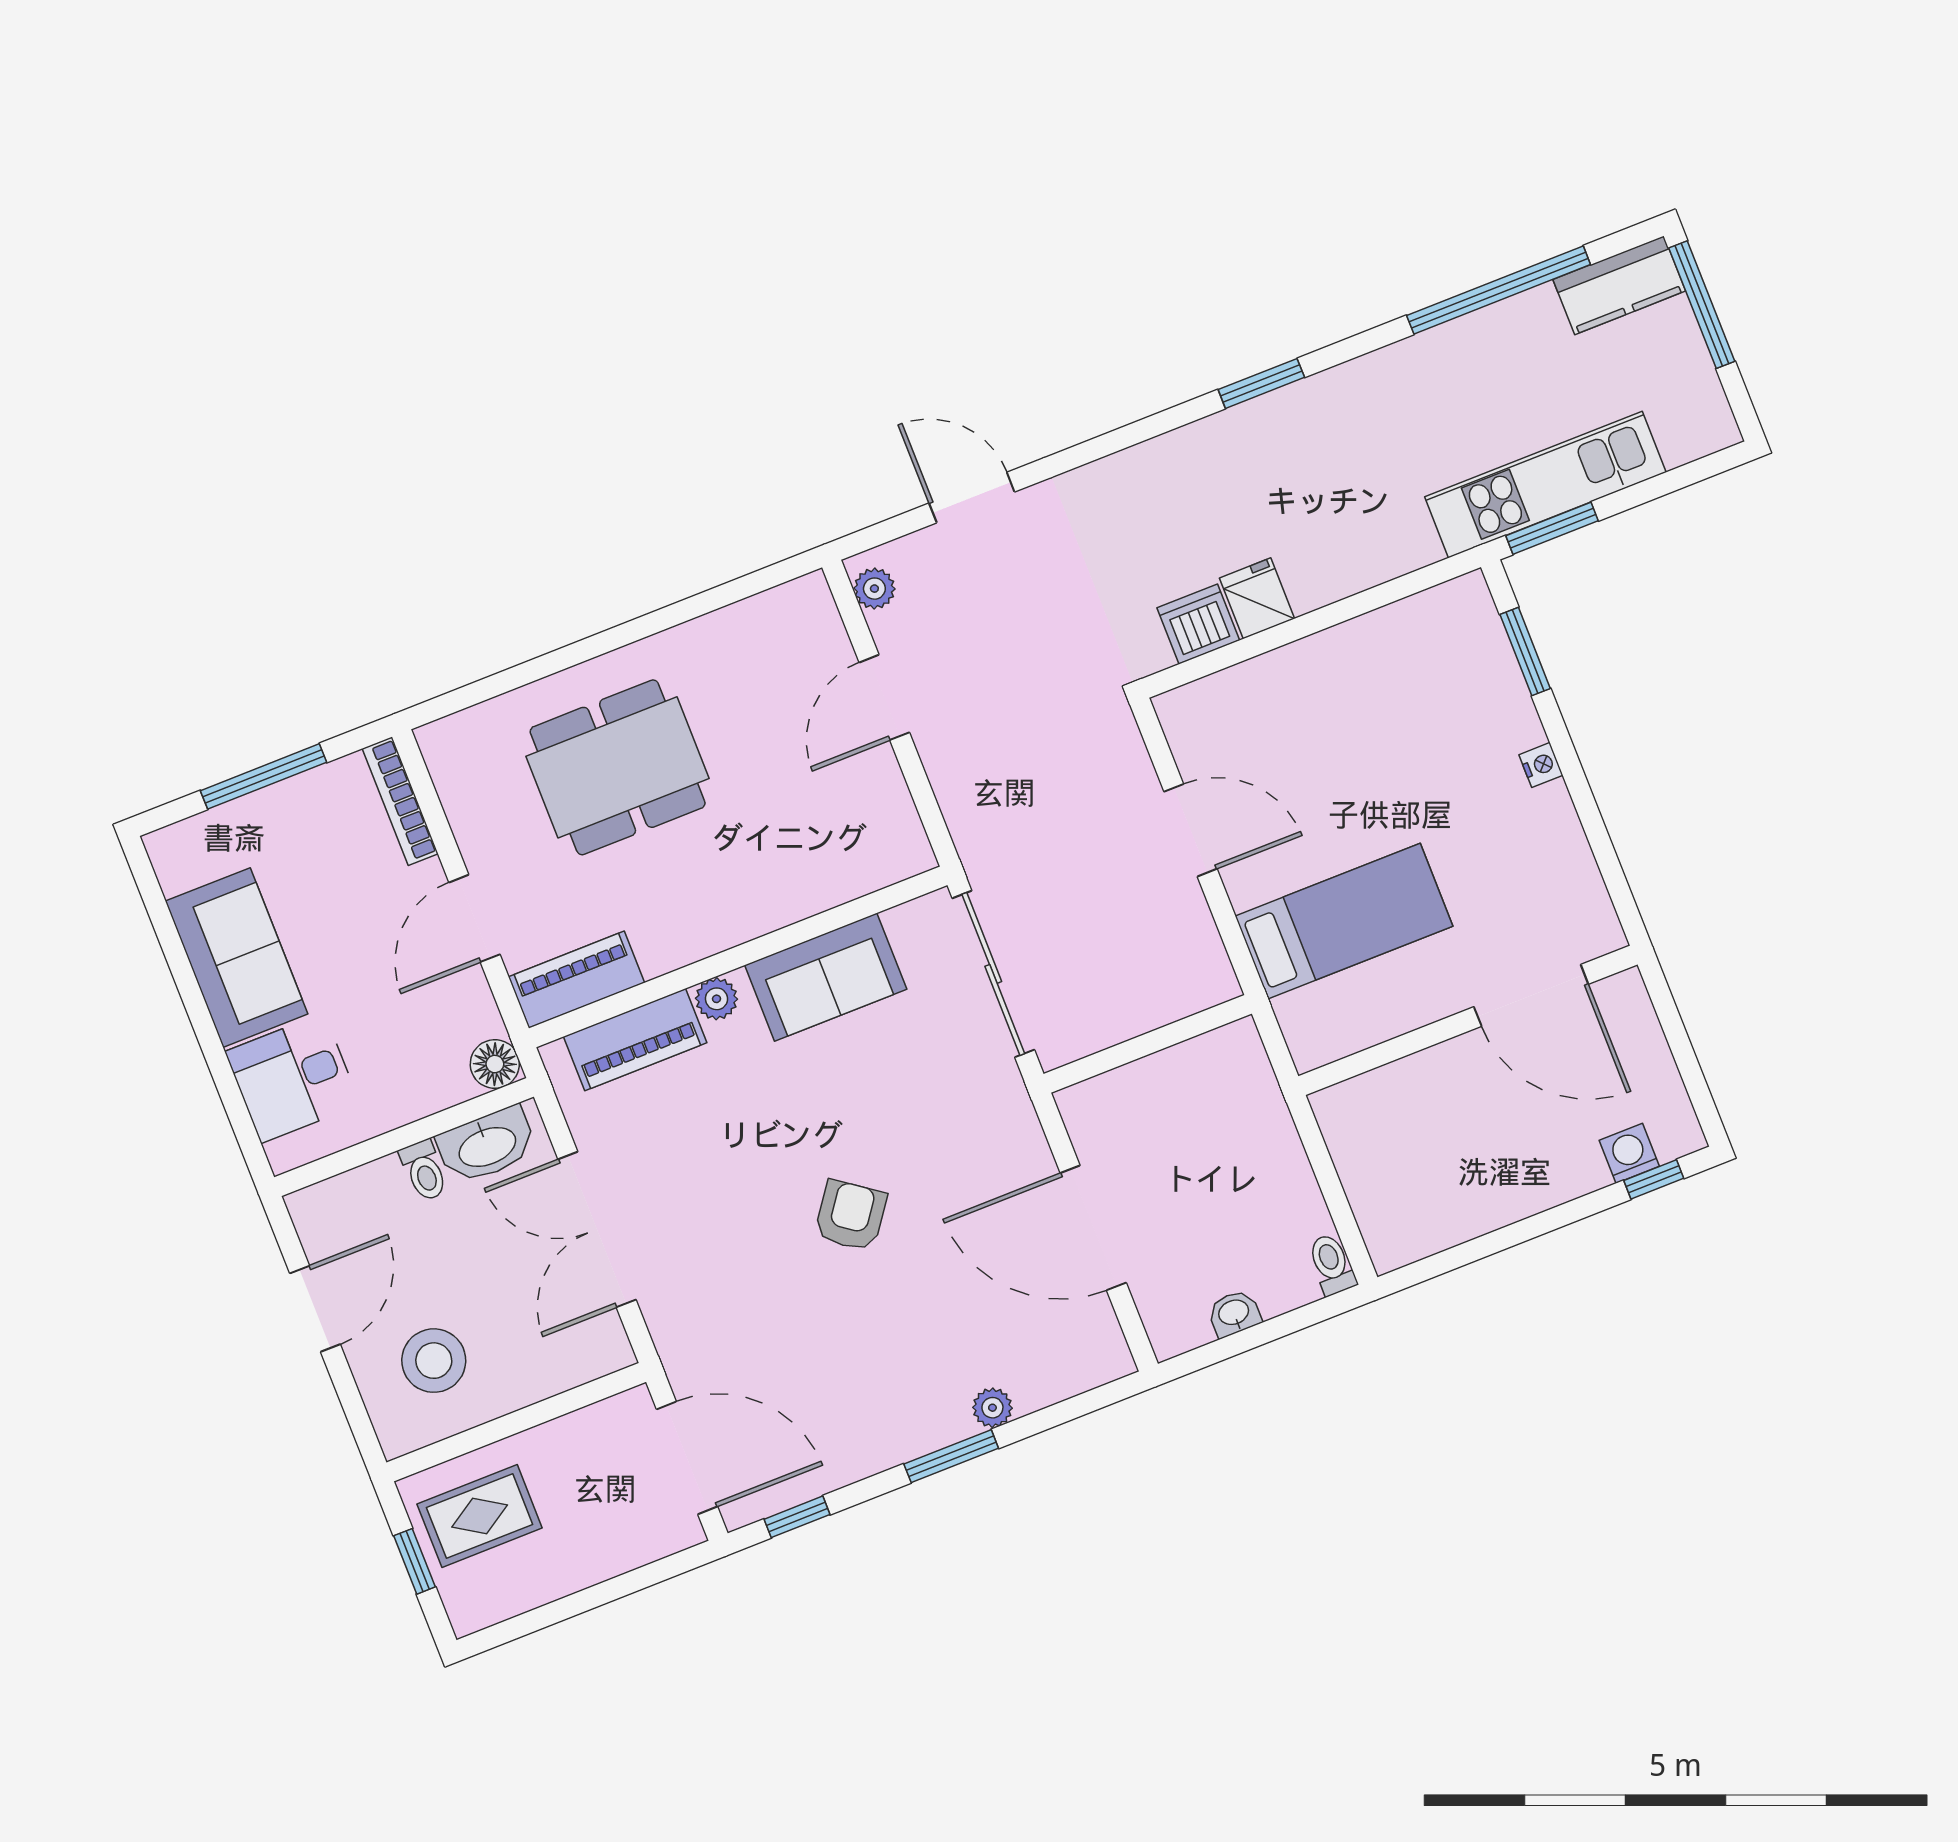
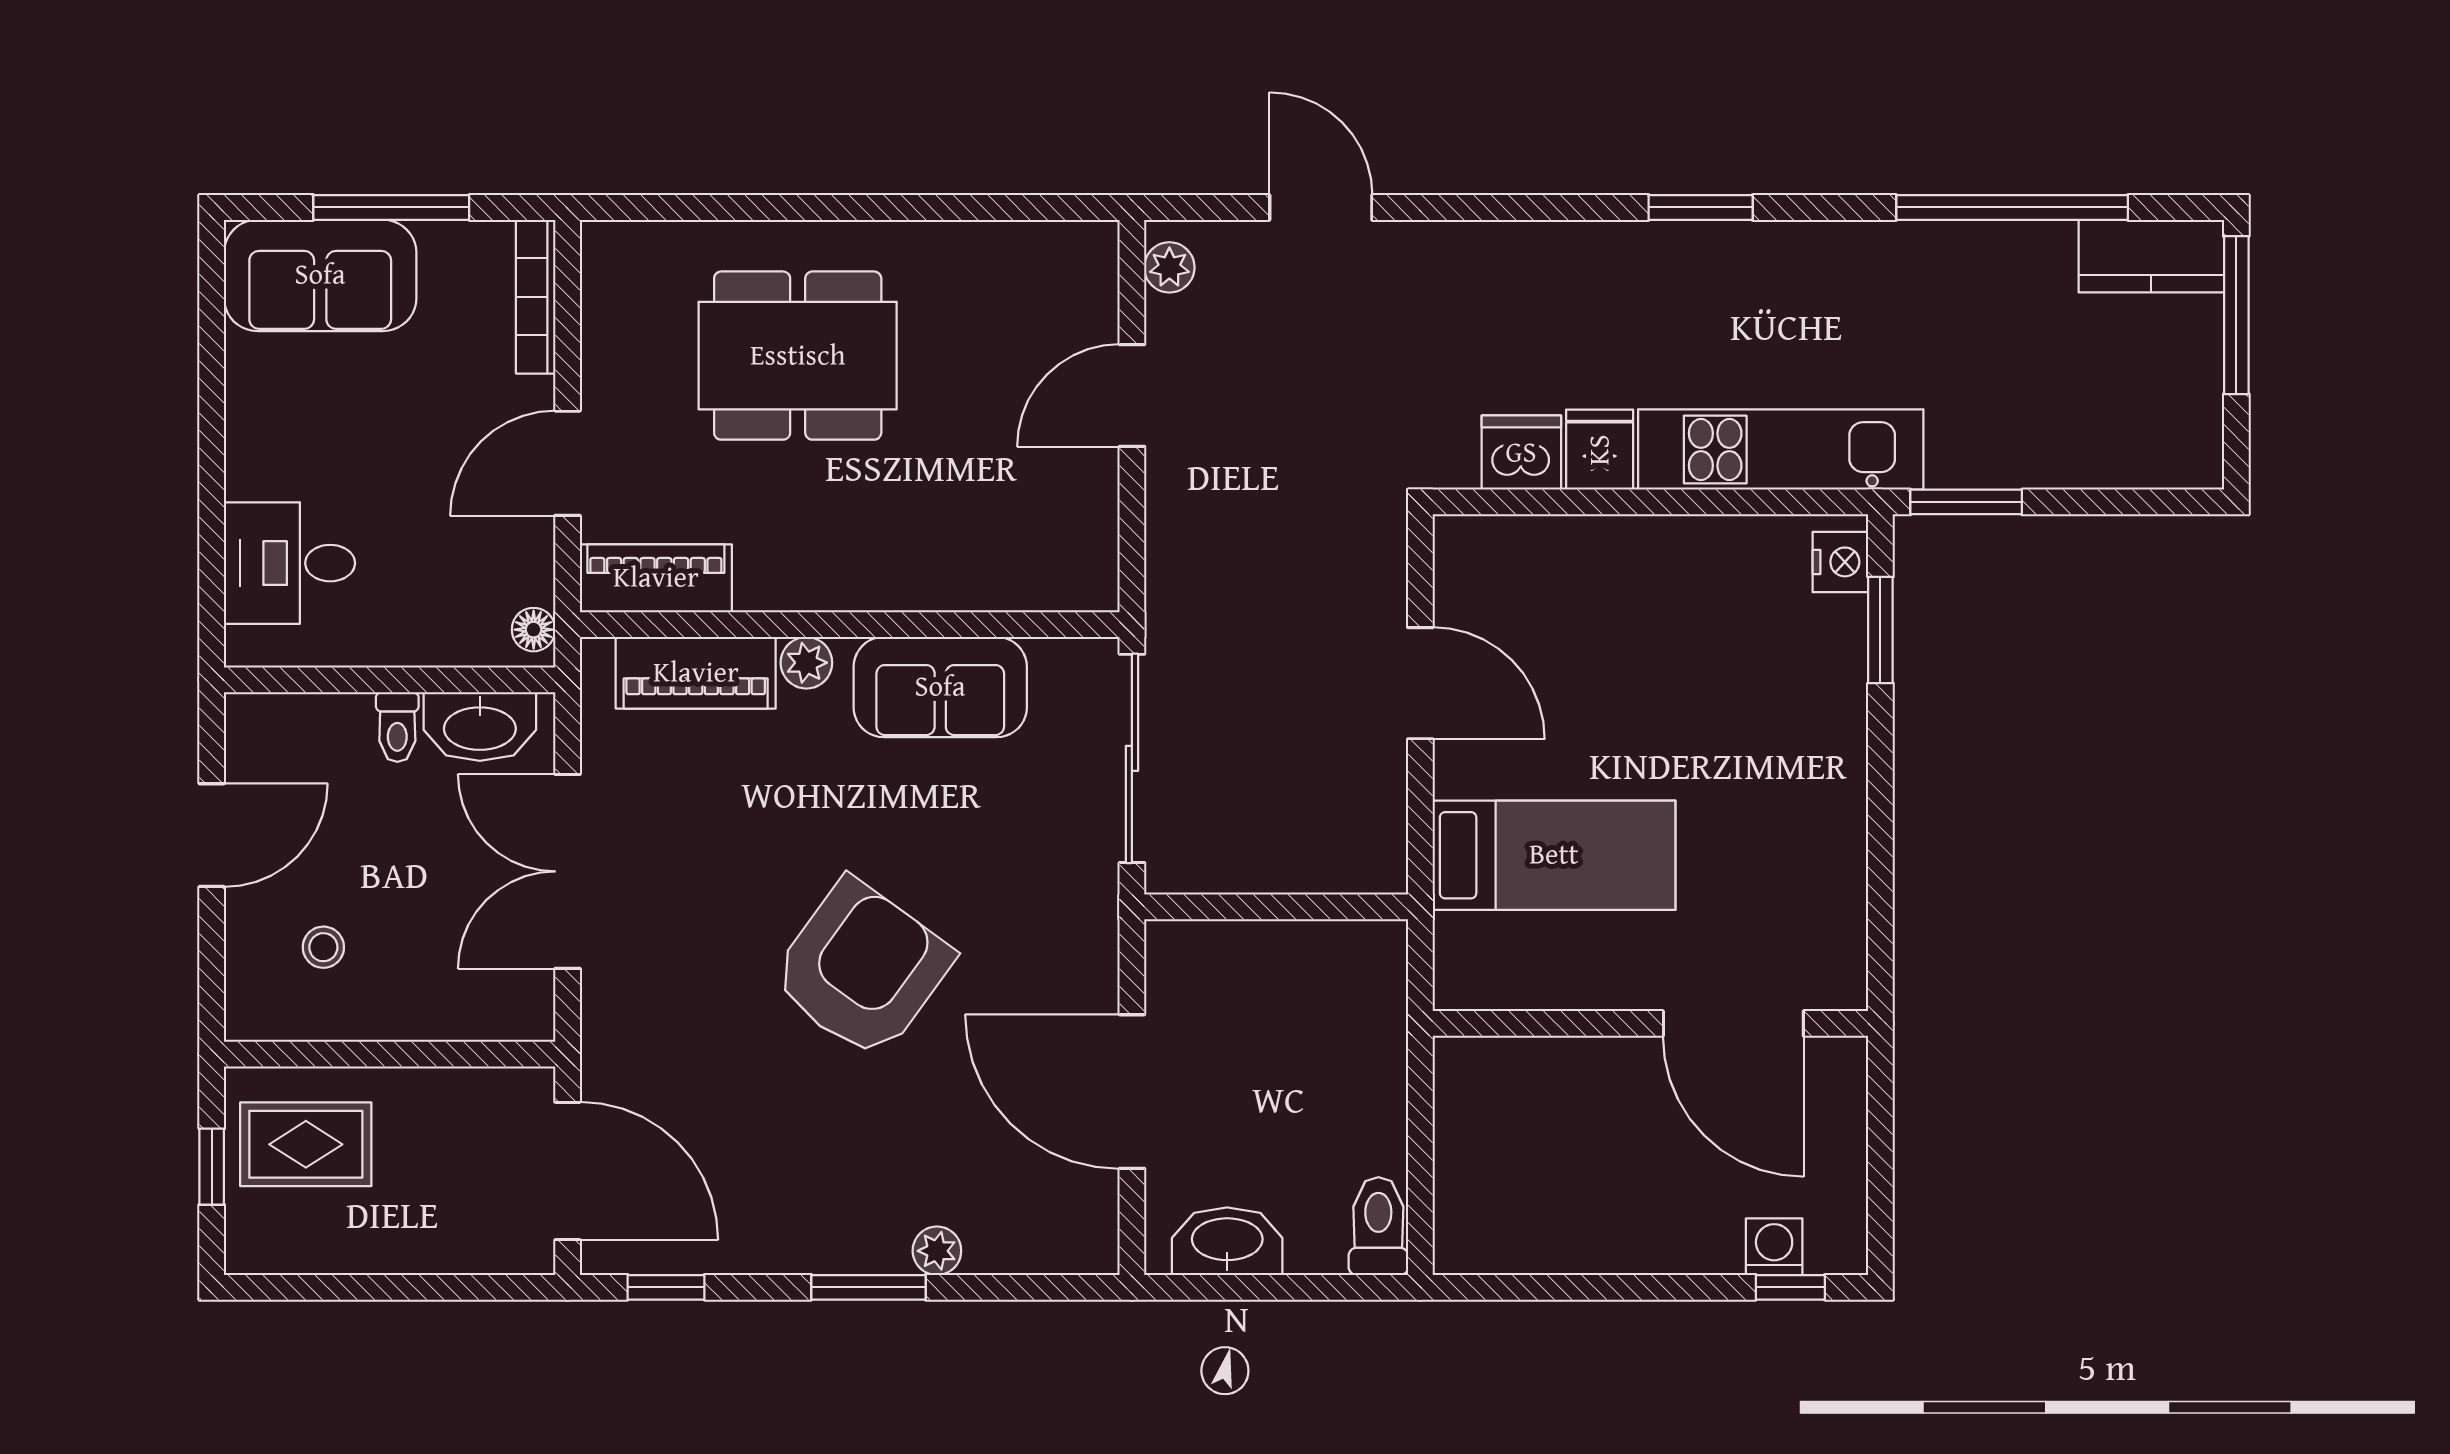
kitchen unit: (1545, 485) -> (1781, 449), moved
nightstand: (1541, 765) -> (1840, 562), moved, width x1.39, depth x1.35
sofa: (237, 958) -> (320, 275), moved, turned 90
floor lamp: (495, 1064) -> (534, 630), width x0.73, depth x0.73
armchair: (851, 1216) -> (862, 969), width x1.88, depth x1.88
toilet: (1332, 1264) -> (1378, 1226), width x1.37, depth x1.39
washbasin: (1234, 1313) -> (1227, 1241), width x1.91, depth x1.45
stool: (434, 1361) -> (323, 947), width x0.53, depth x0.53

